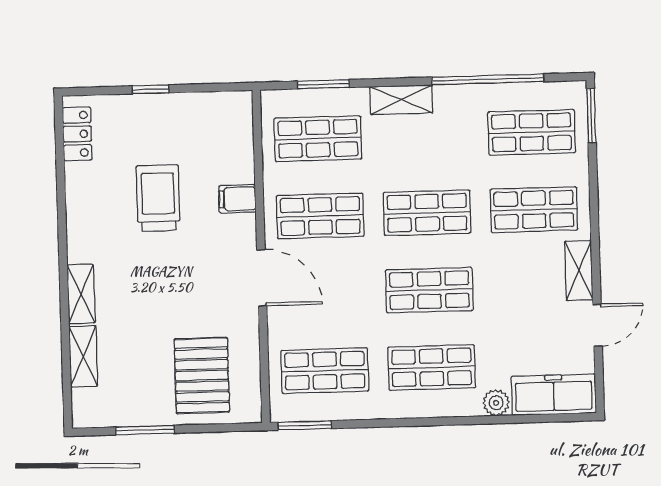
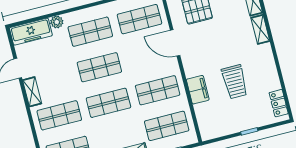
filing cabinet: (237, 199) -> (198, 90), width x2.00
door: (262, 278) -> (175, 43), moved

